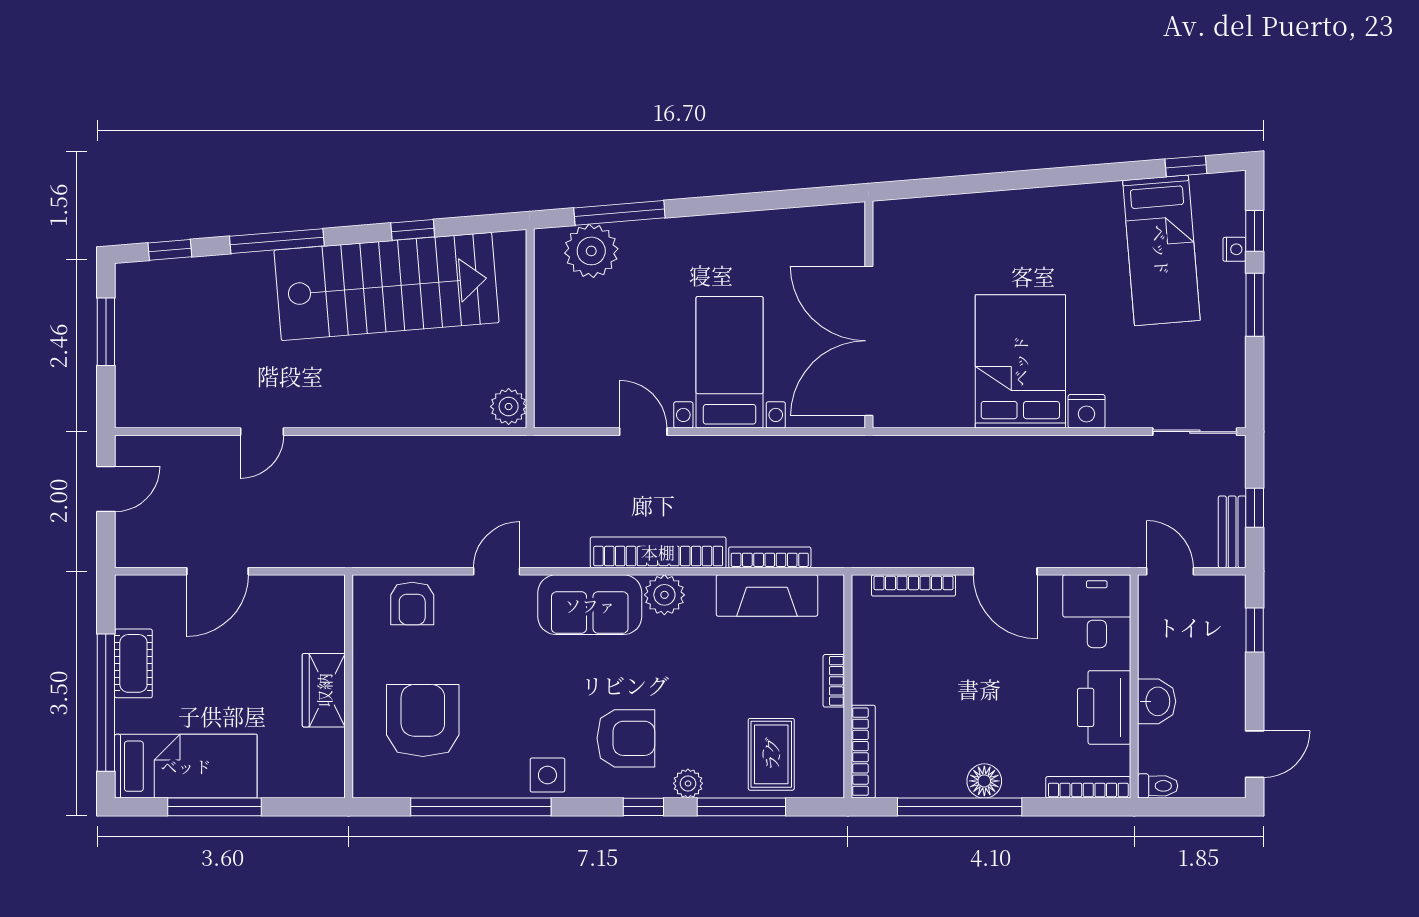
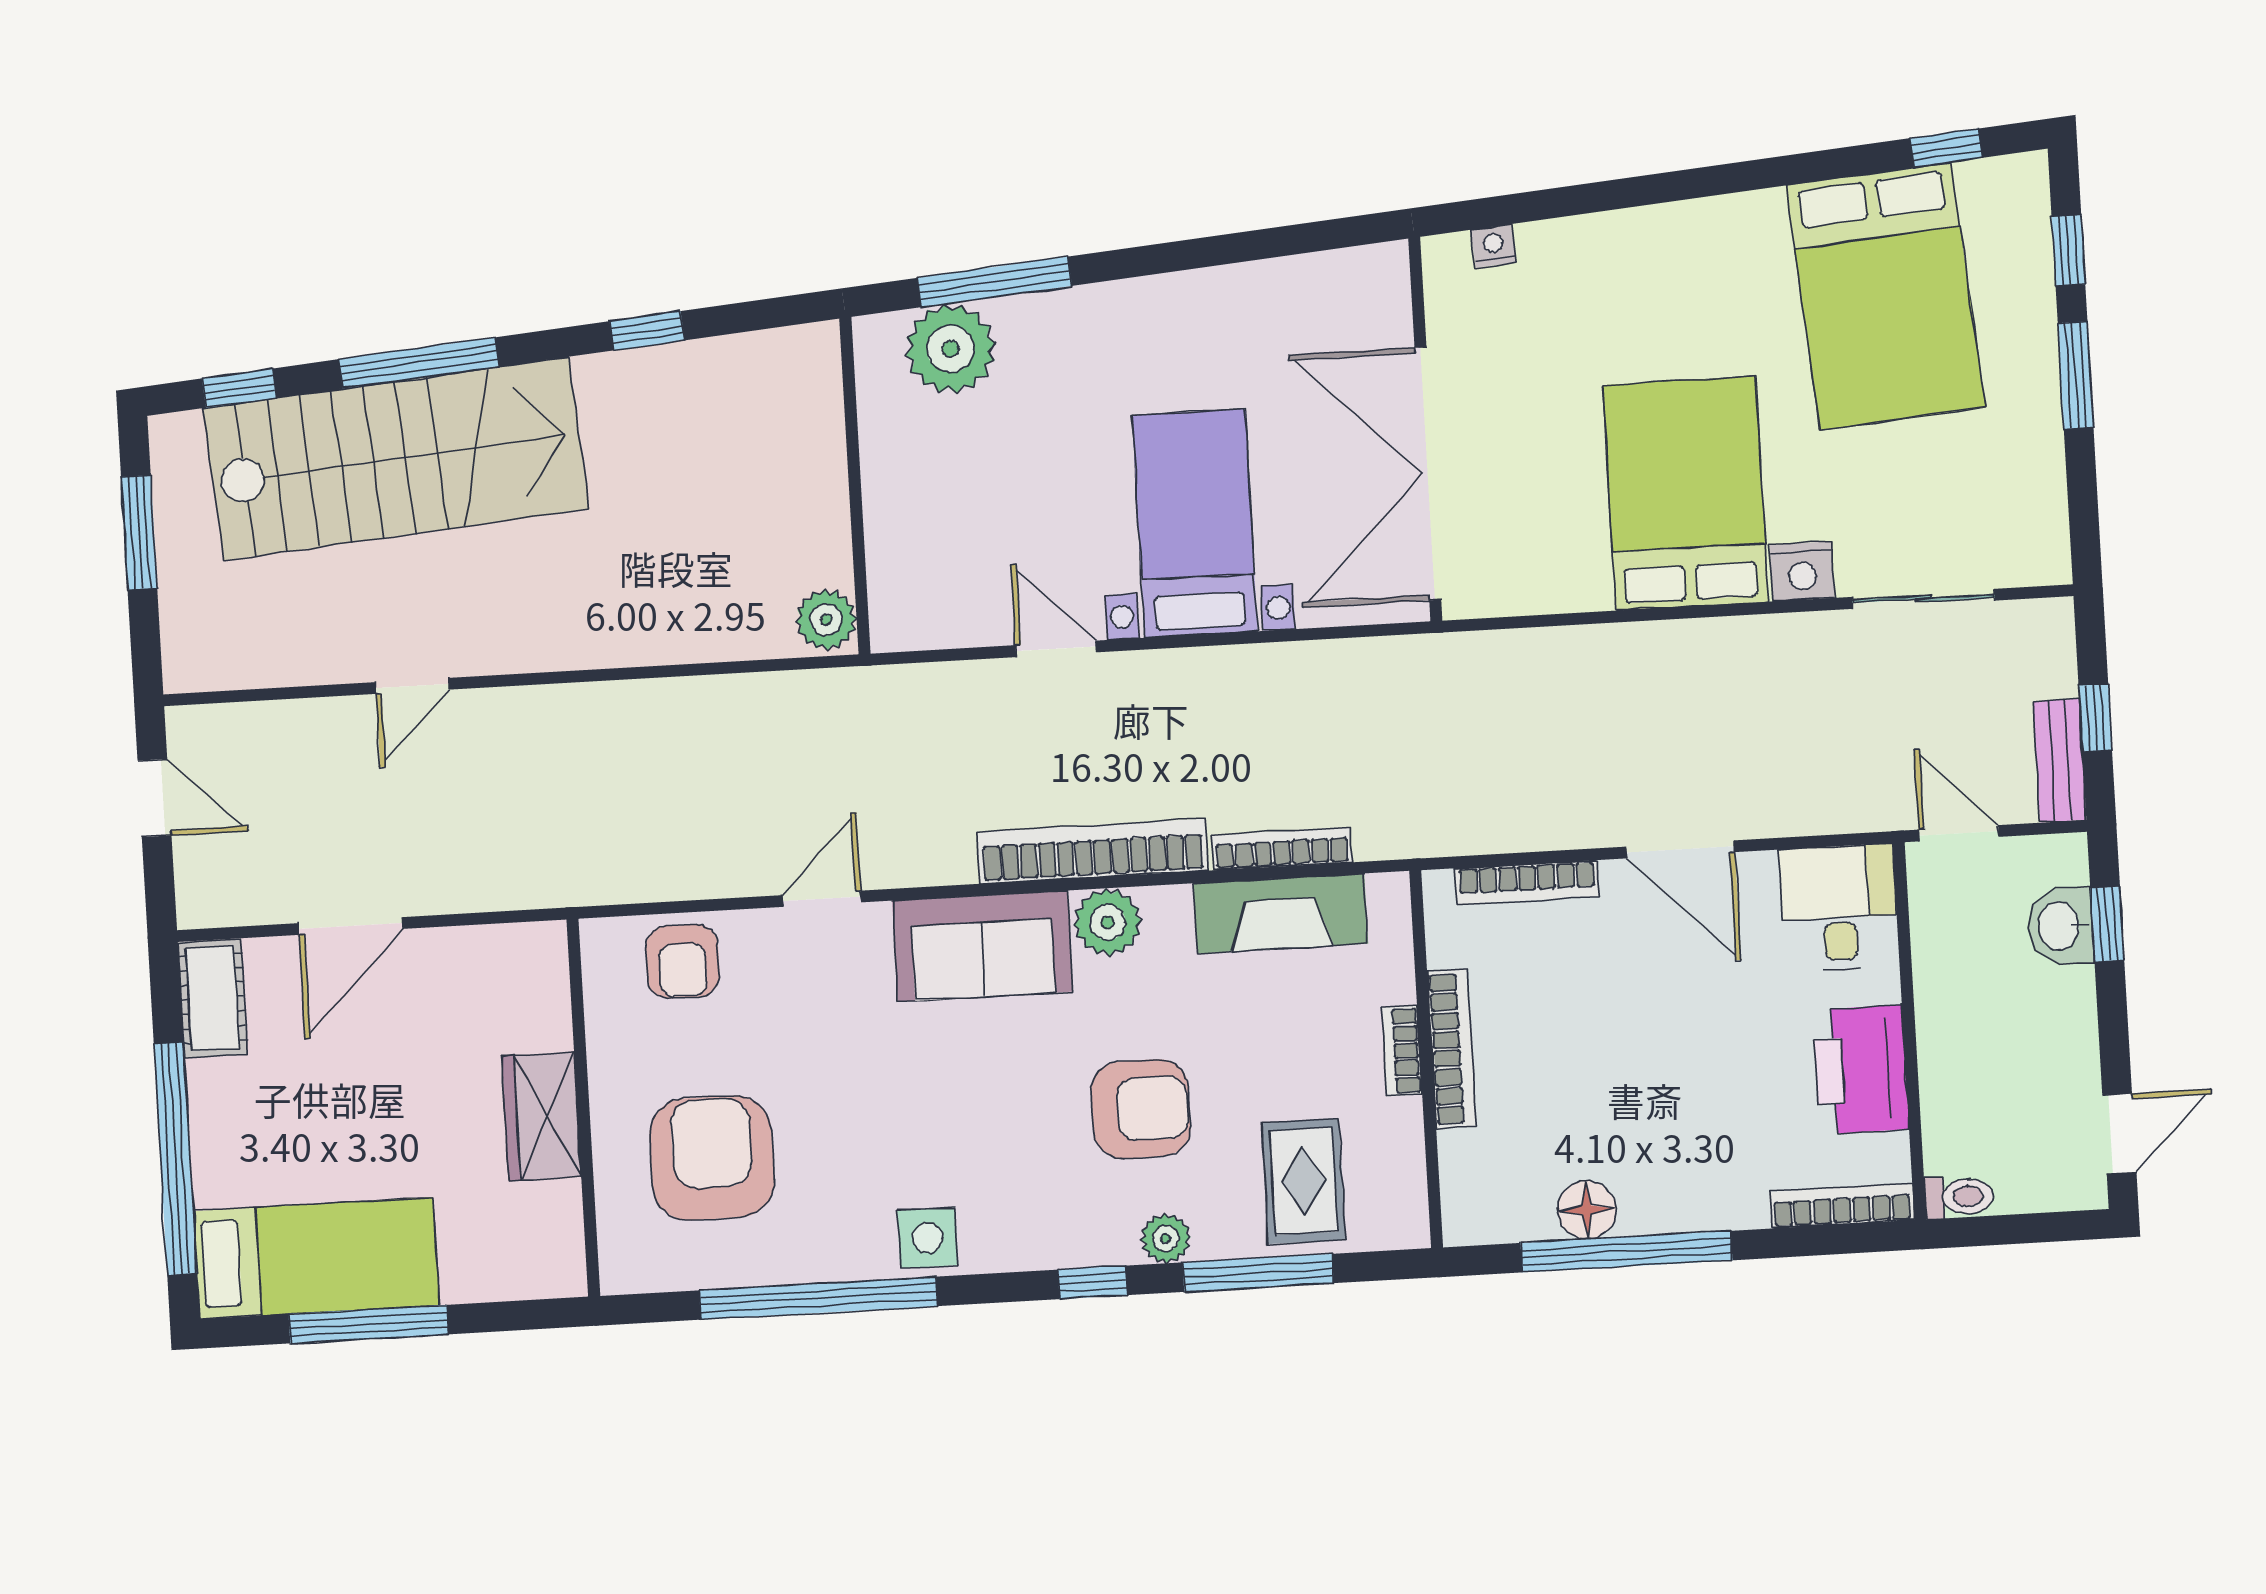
nightstand: (1234, 249) -> (1493, 246), moved, turned -95
bed: (1161, 250) -> (1885, 296), width x1.50
stairs: (386, 286) -> (396, 459), moved
sliding door: (1195, 432) -> (1923, 599), moved
door: (106, 489) -> (155, 798), hinge flipped
cot: (133, 663) -> (213, 998), moved
washbasin: (1157, 701) -> (2060, 926), moved, turned 180
armchair: (626, 738) -> (1141, 1109), moved
bookcase: (863, 752) -> (1452, 1049), moved
floor lamp: (984, 781) -> (1587, 1210), moved

